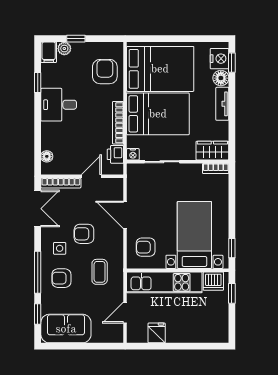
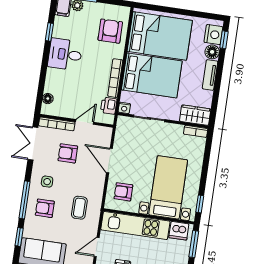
double door: (38, 209) -> (33, 144), swing flipped
armchair: (84, 234) -> (68, 153), moved
window: (232, 293) -> (194, 244), width x1.50

